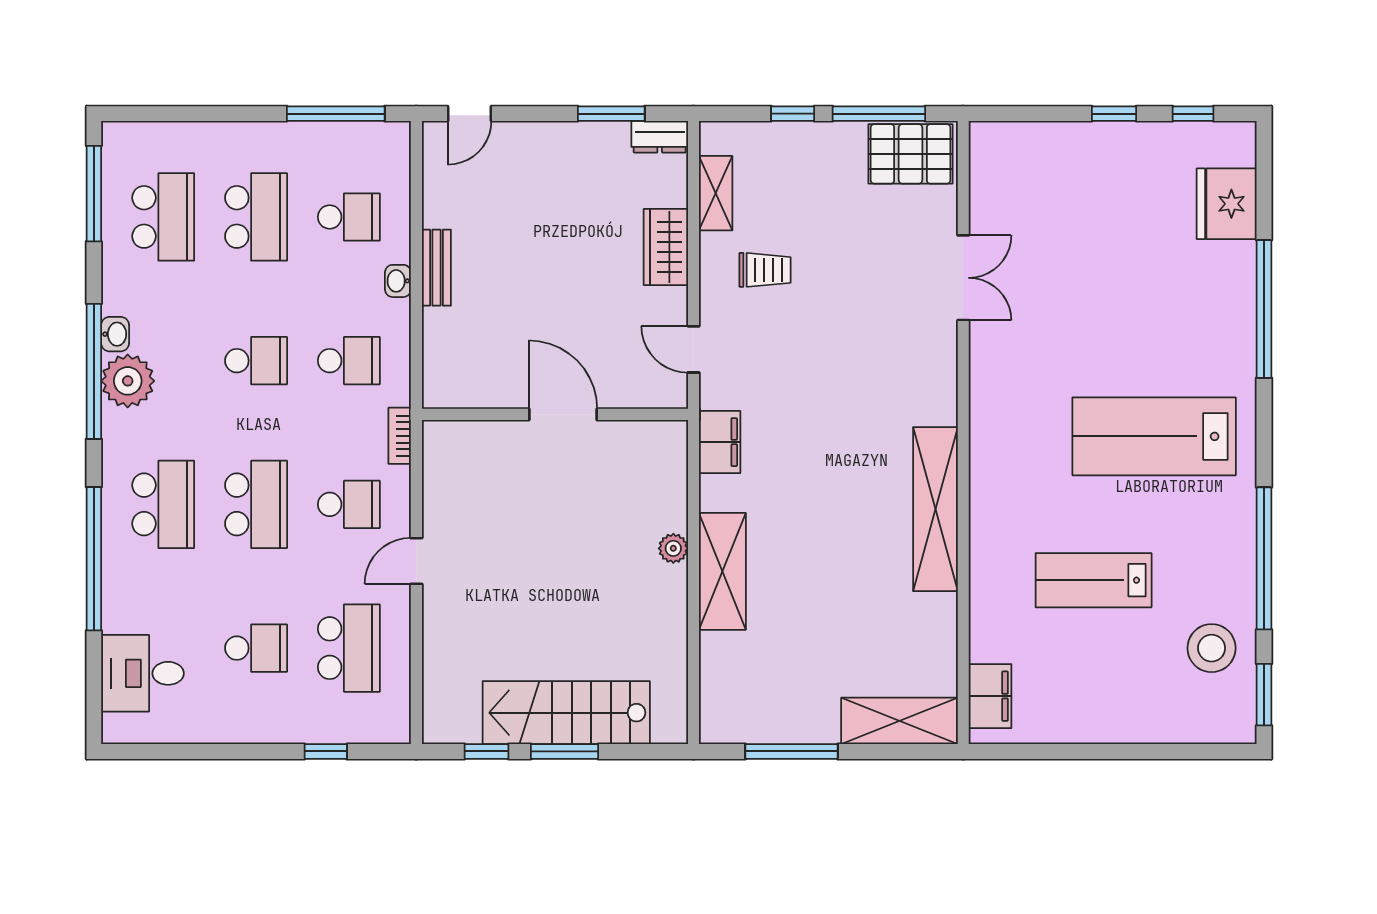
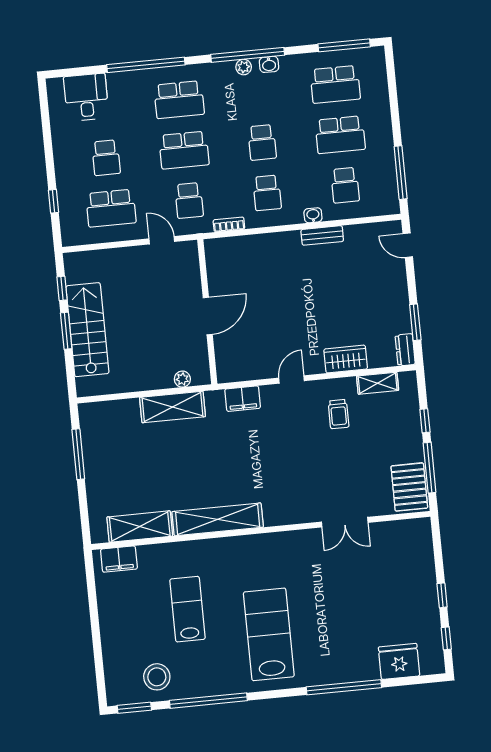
plant: (128, 381) -> (244, 67), width x0.53, depth x0.53
wall: (555, 414) -> (207, 312), moved
door: (563, 414) -> (208, 316), moved
shelving: (899, 721) -> (140, 527), moved, turned 90

